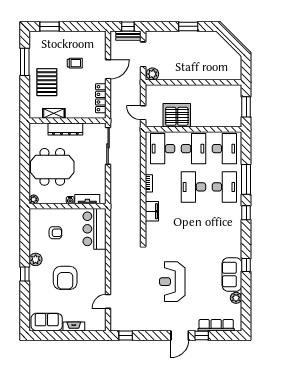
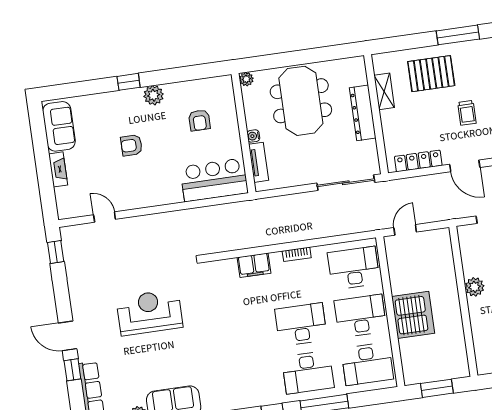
plant: (152, 74) -> (475, 287), moved
server rack: (177, 115) -> (413, 315), moved
desk: (193, 149) -> (360, 316), turned 180
armchair: (65, 278) -> (131, 145), width x0.53, depth x0.53

